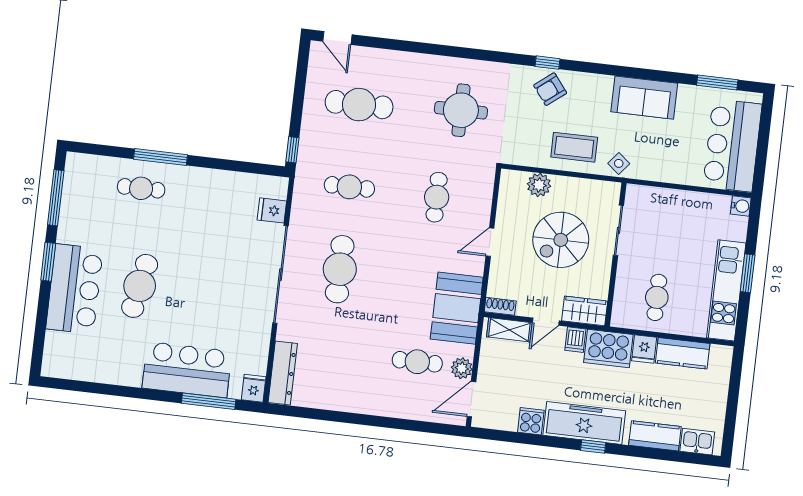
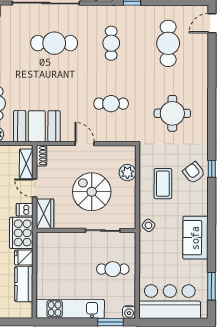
coffee table: (574, 147) -> (163, 184), moved
window: (748, 273) -> (111, 322), moved
cafe table: (657, 297) -> (113, 269), moved

